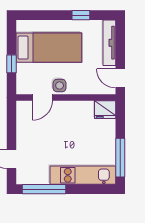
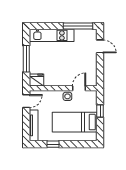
door: (120, 78) -> (26, 101), hinge flipped
window: (120, 158) -> (26, 59), moved

